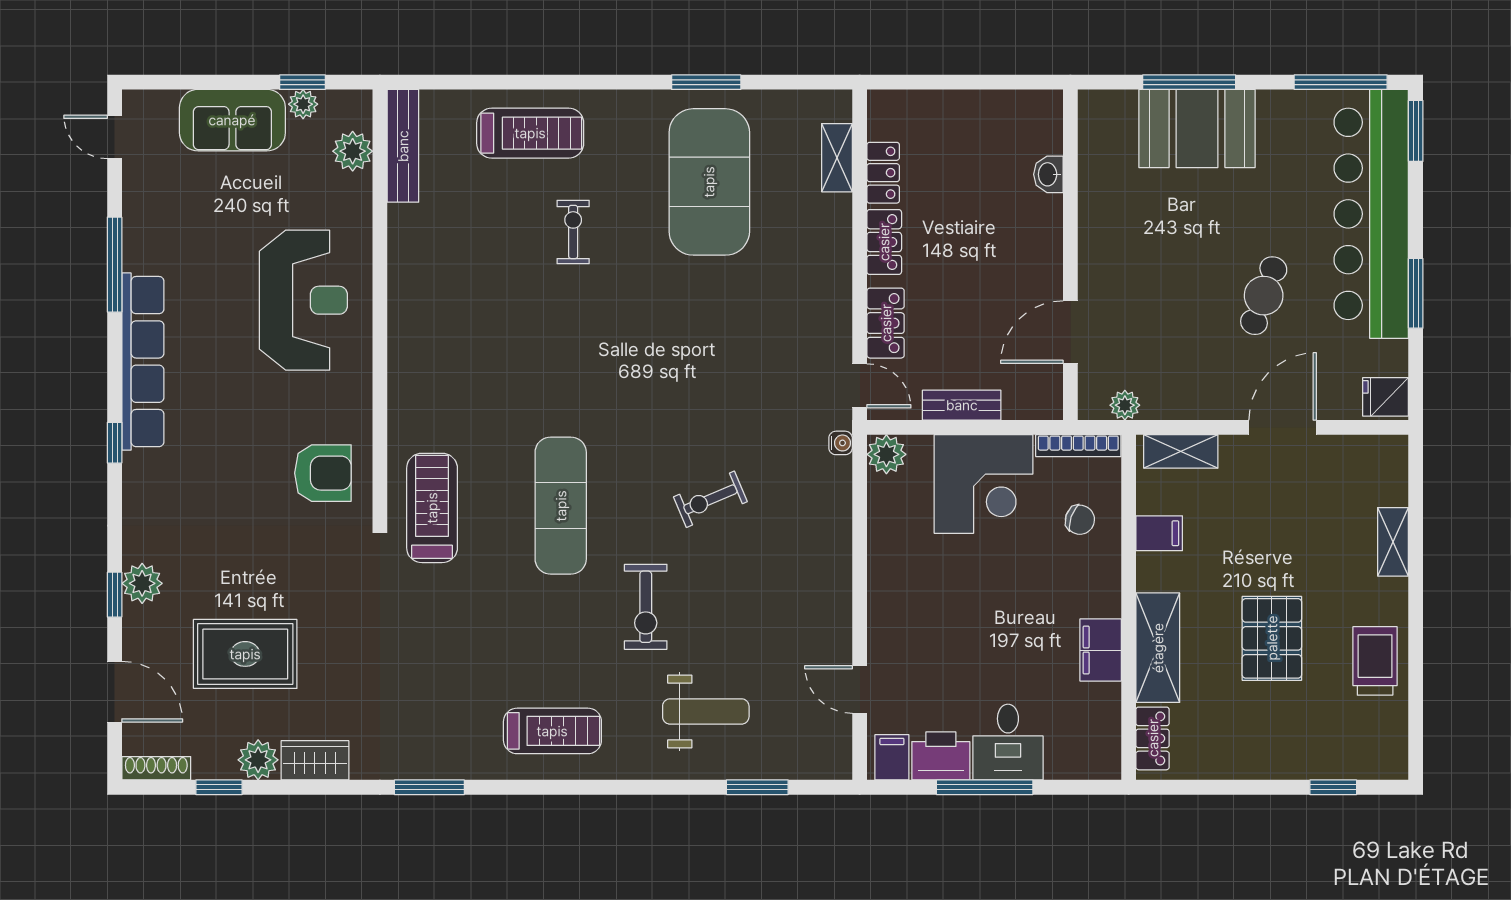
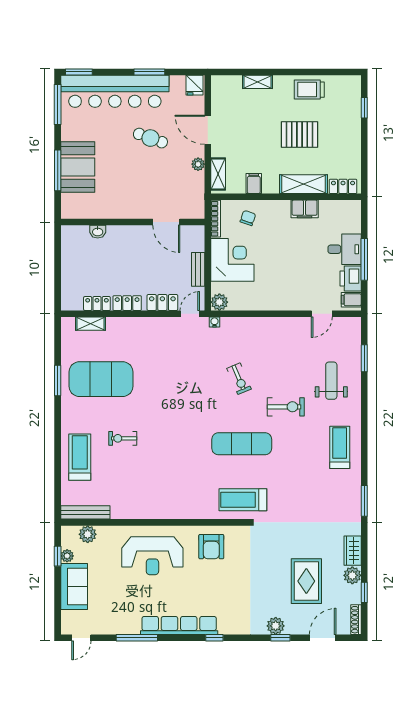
reception desk: (303, 300) -> (152, 556), turned 180
plant: (1125, 405) -> (198, 164), moved
armchair: (323, 473) -> (211, 547), moved, turned 180

